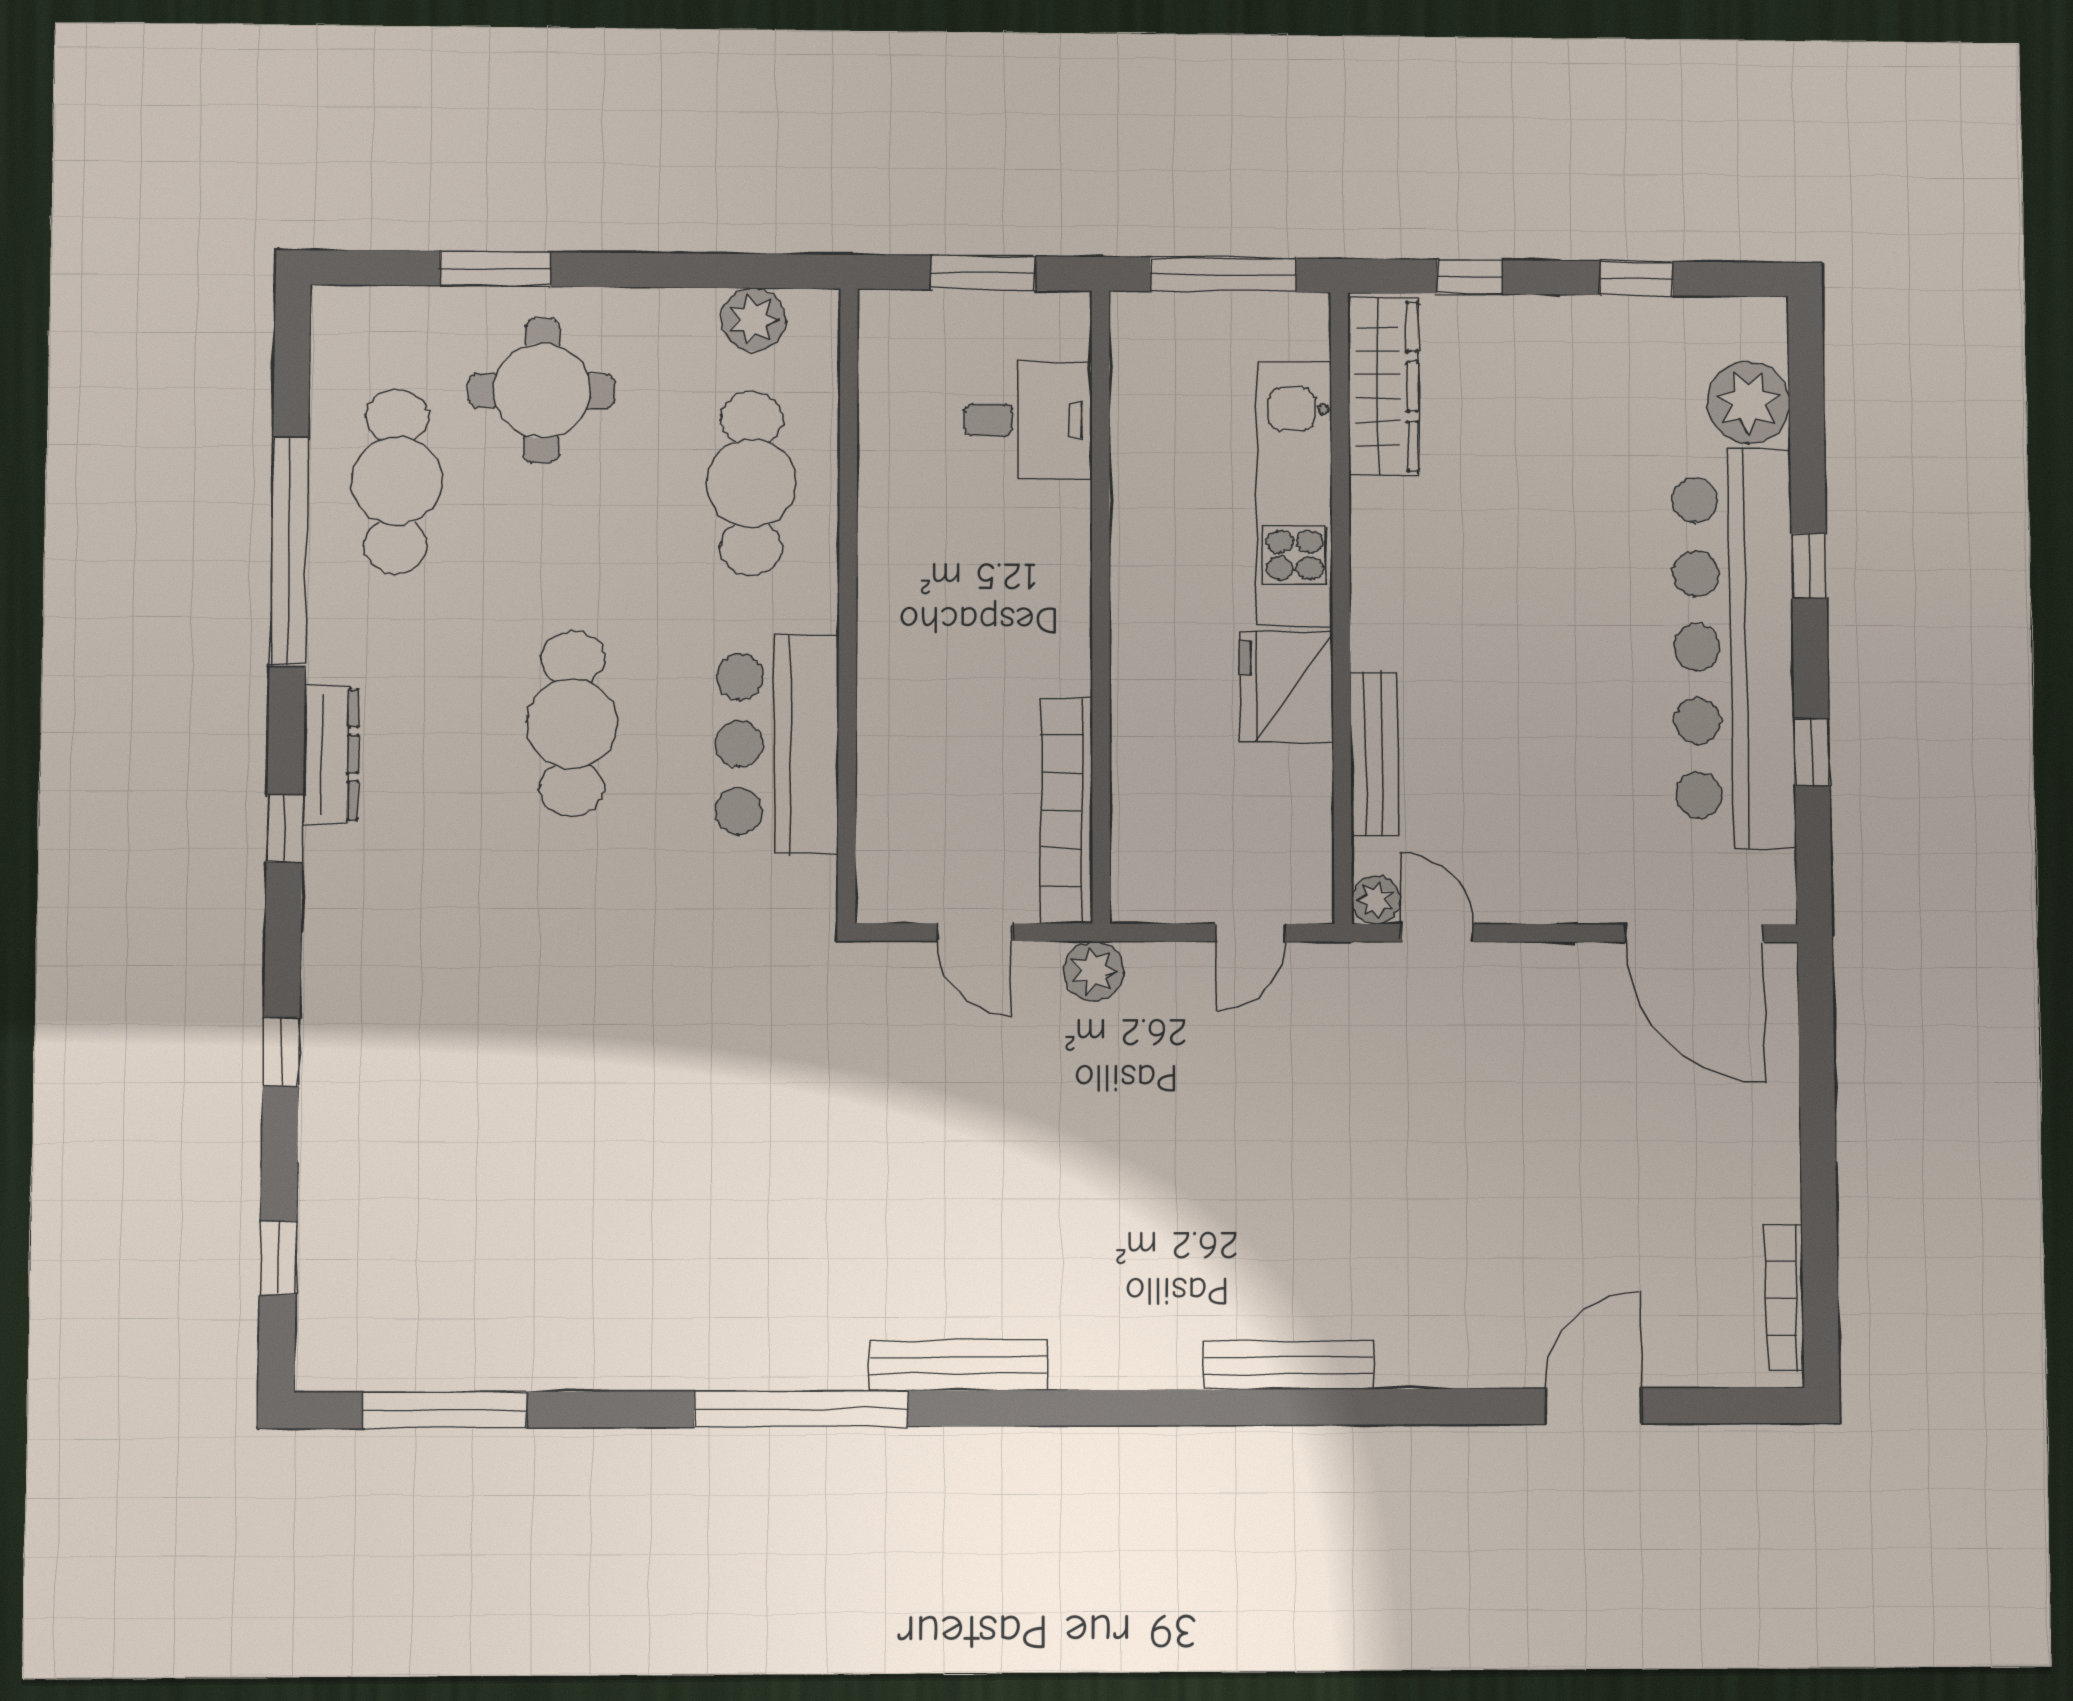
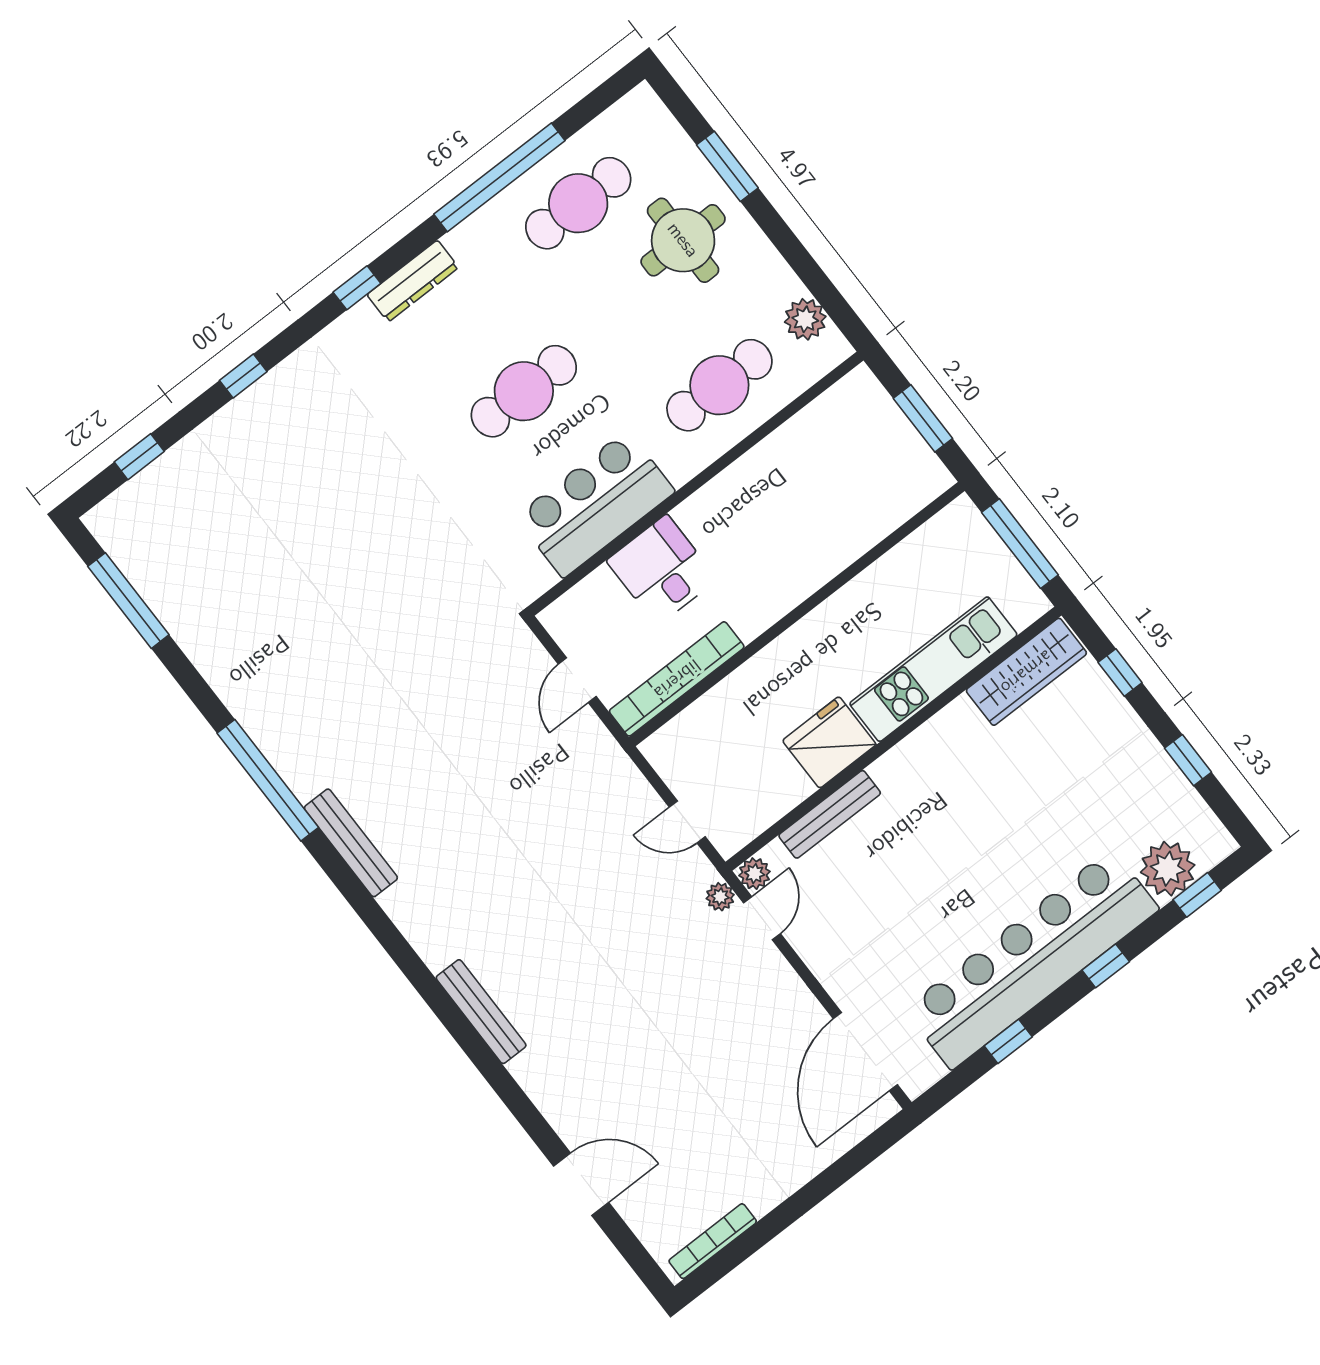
window: (1806, 392) -> (1197, 895), added
desk: (1028, 420) -> (662, 570), moved, turned 180
plant: (1094, 971) -> (720, 897), moved, width x0.73, depth x0.73

